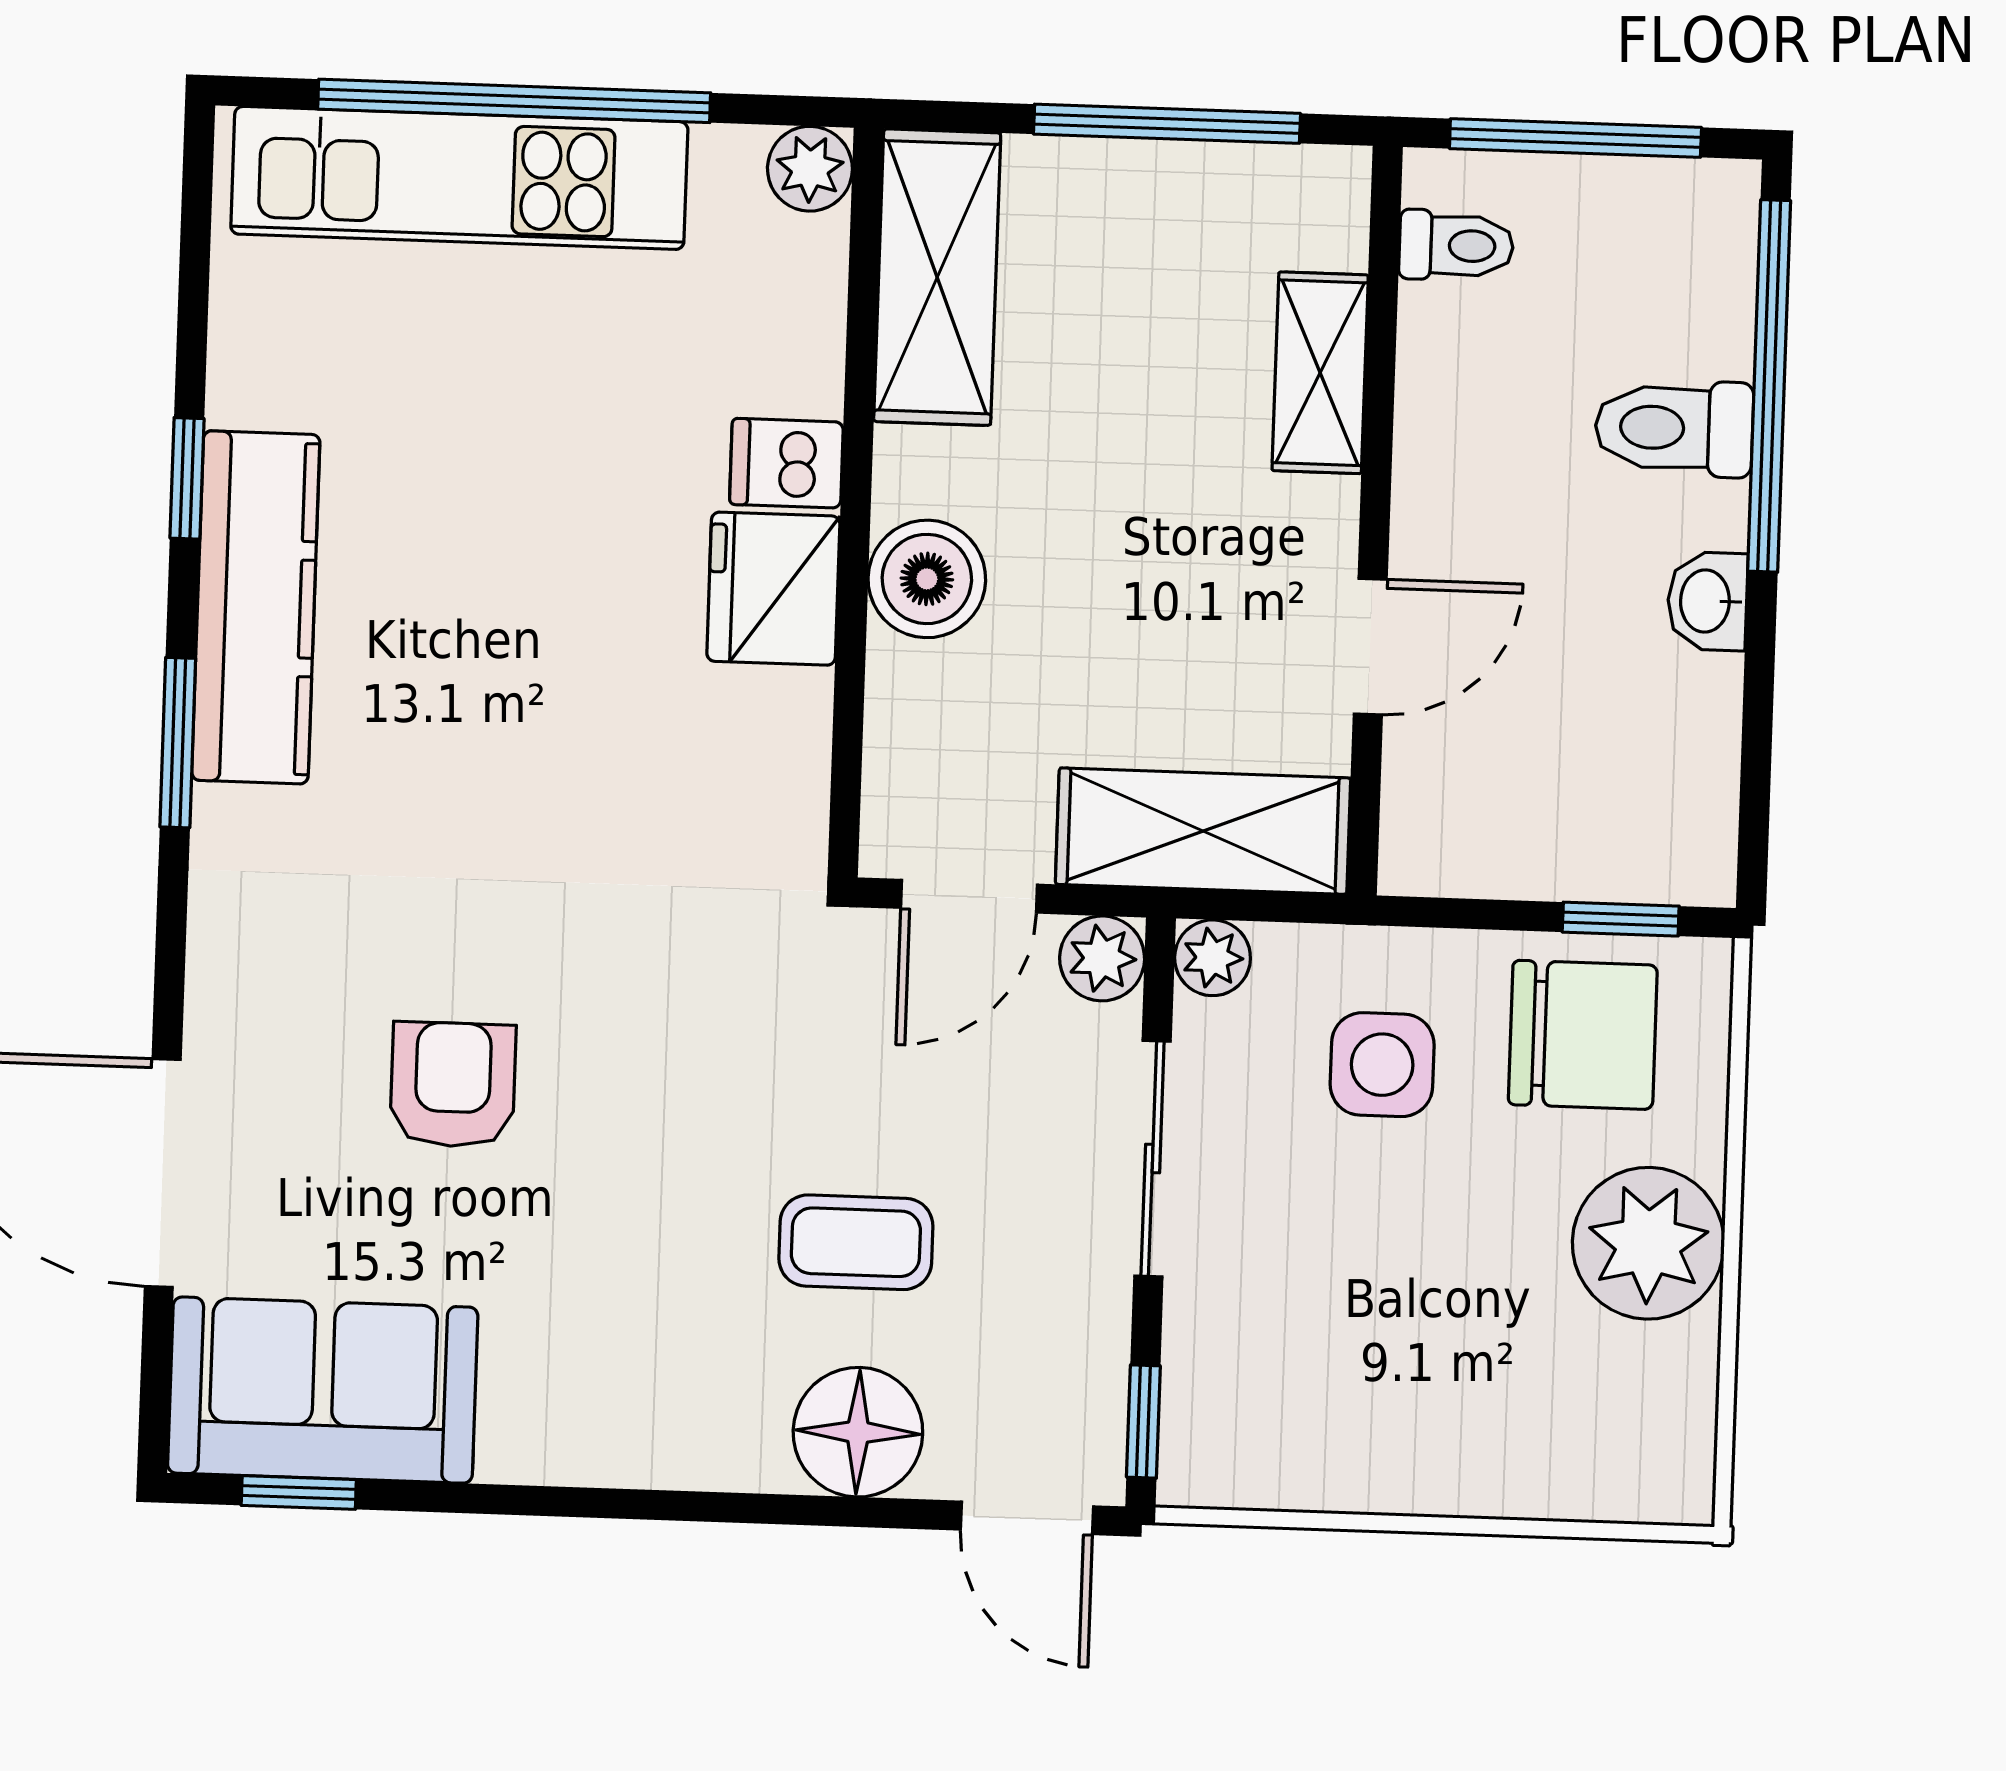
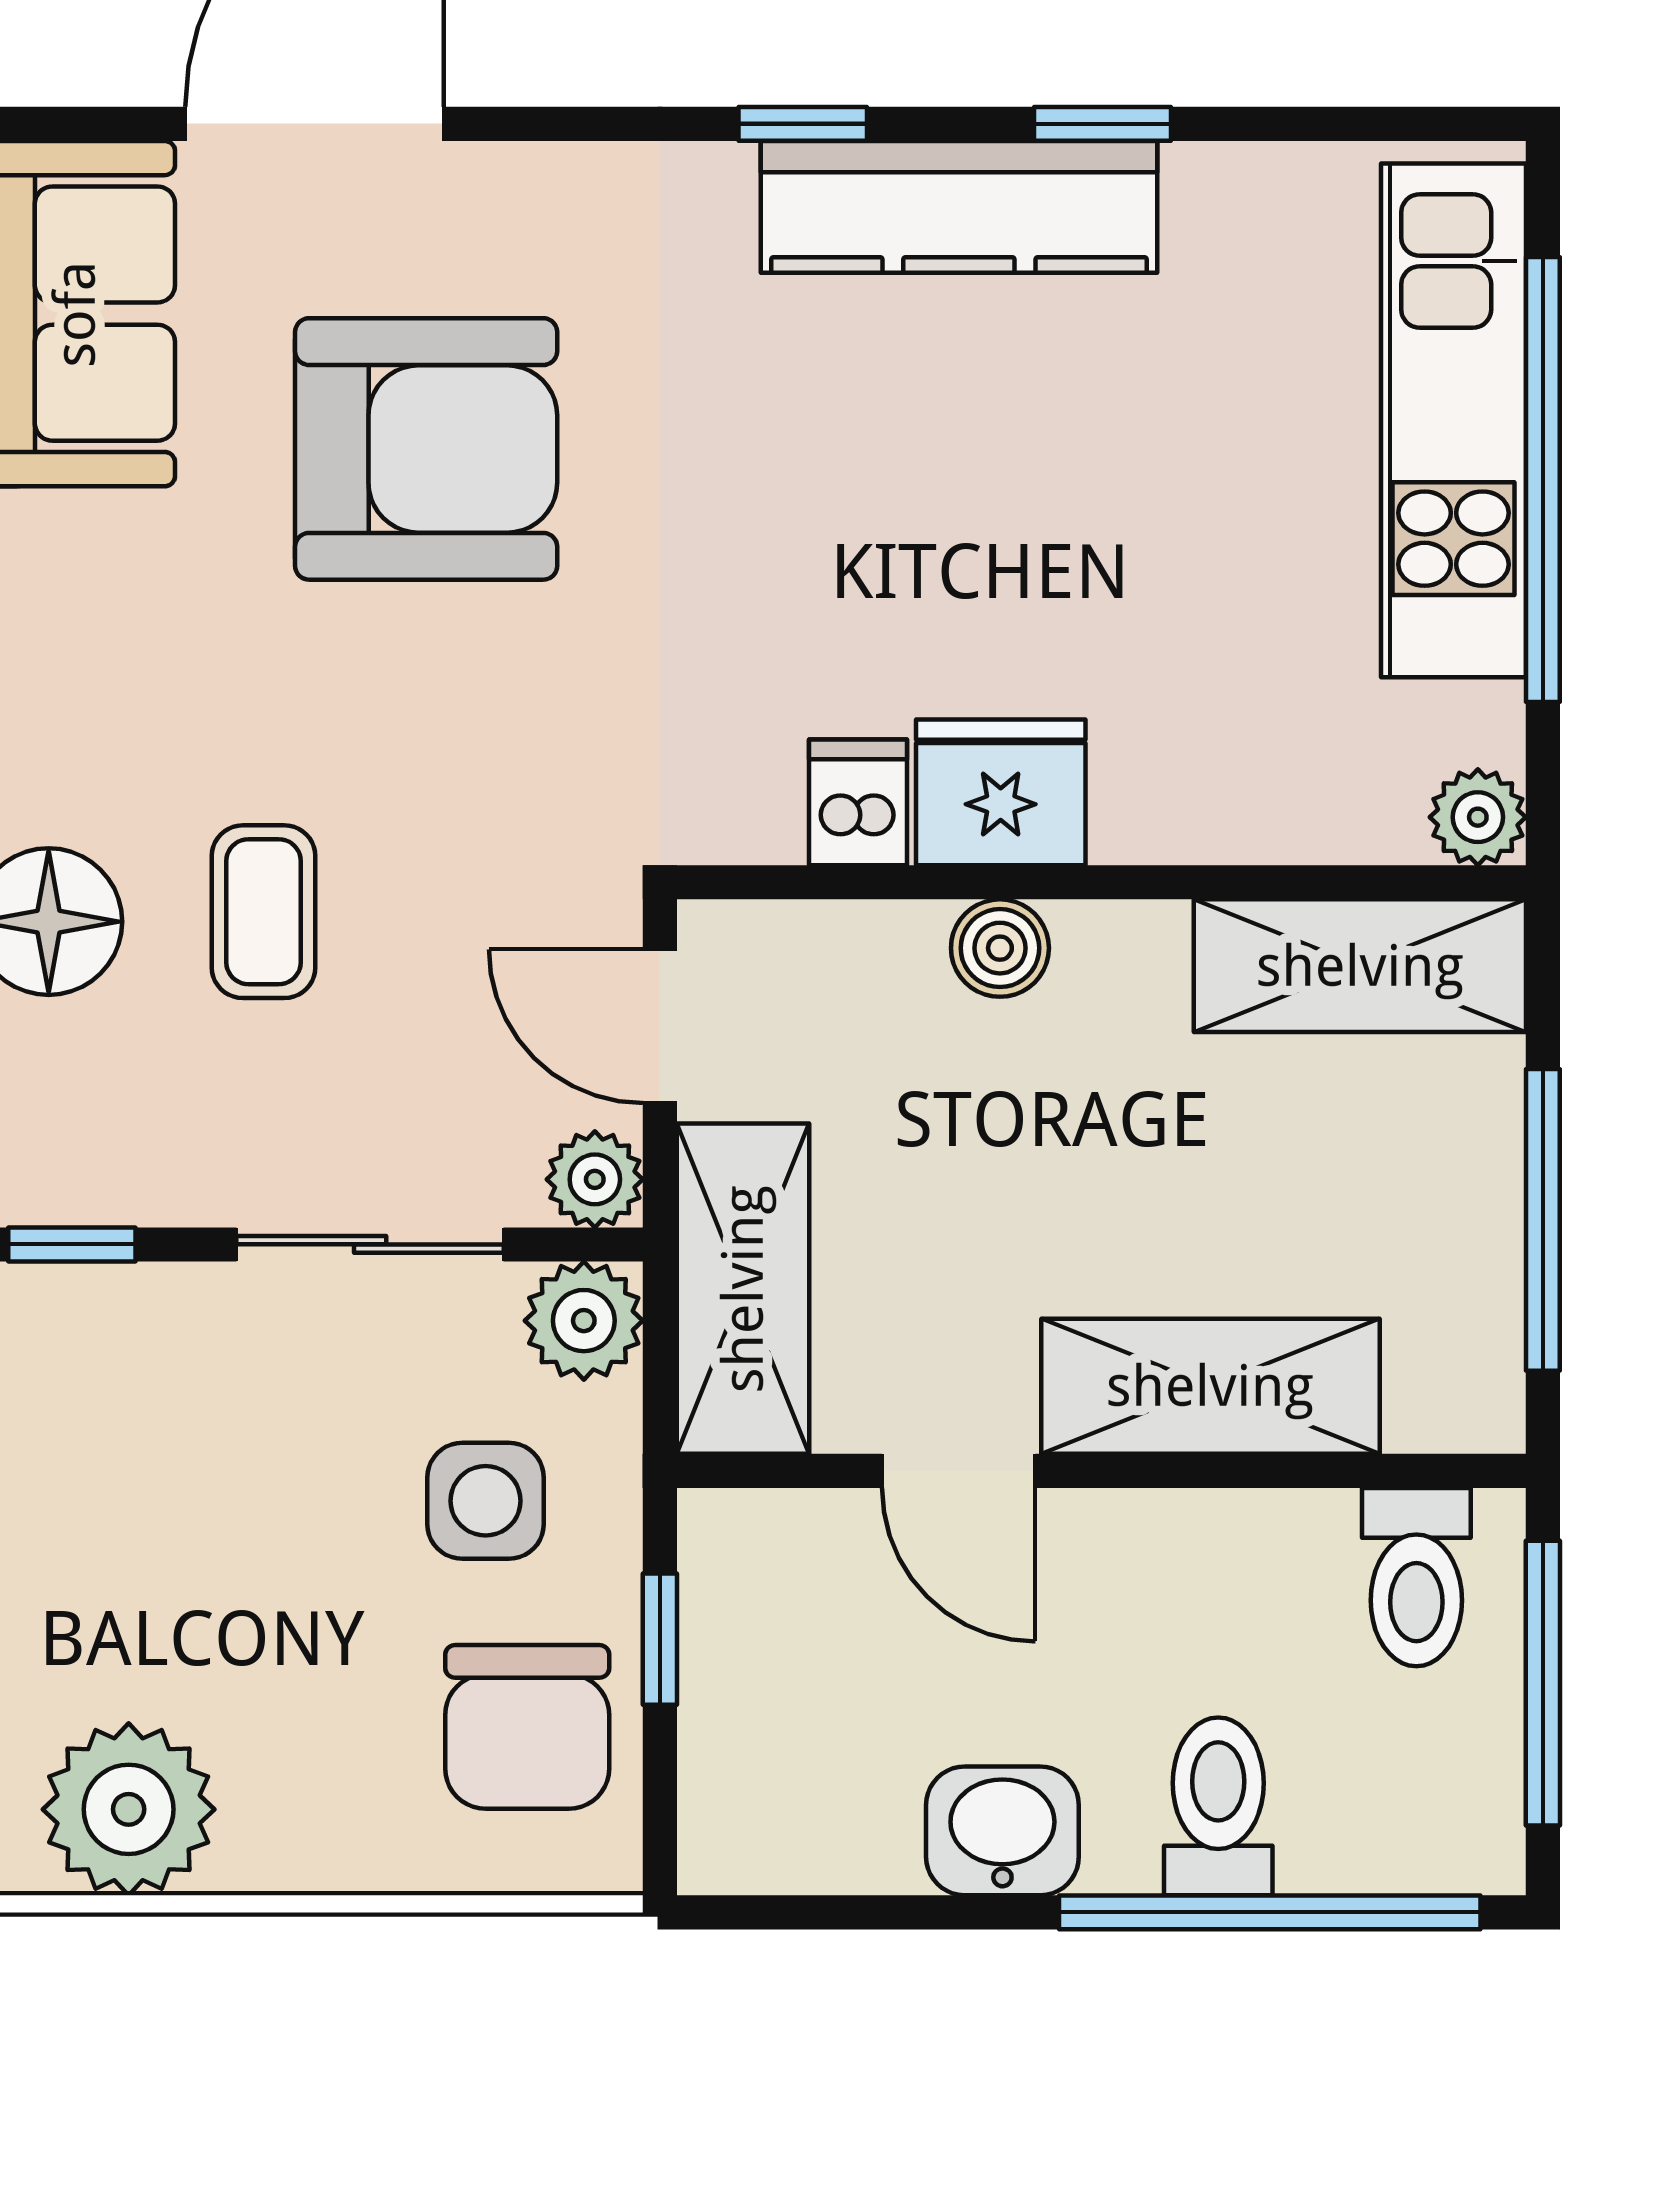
toilet: (1456, 246) -> (1416, 1577), width x1.37, depth x1.39
shelving: (1320, 373) -> (1210, 1386), width x1.50, depth x1.33
dishwasher: (786, 463) -> (858, 802), moved
boiler: (927, 579) -> (1000, 948), width x0.73, depth x0.73
washbasin: (1707, 601) -> (1002, 1831), width x1.38, depth x1.45
window: (178, 743) -> (803, 124), width x0.67
window: (1621, 919) -> (660, 1639), moved
plant: (1213, 958) -> (584, 1321), width x1.38, depth x1.38
armchair: (453, 1085) -> (426, 449), width x1.88, depth x1.88
plant: (1648, 1243) -> (129, 1809), moved

